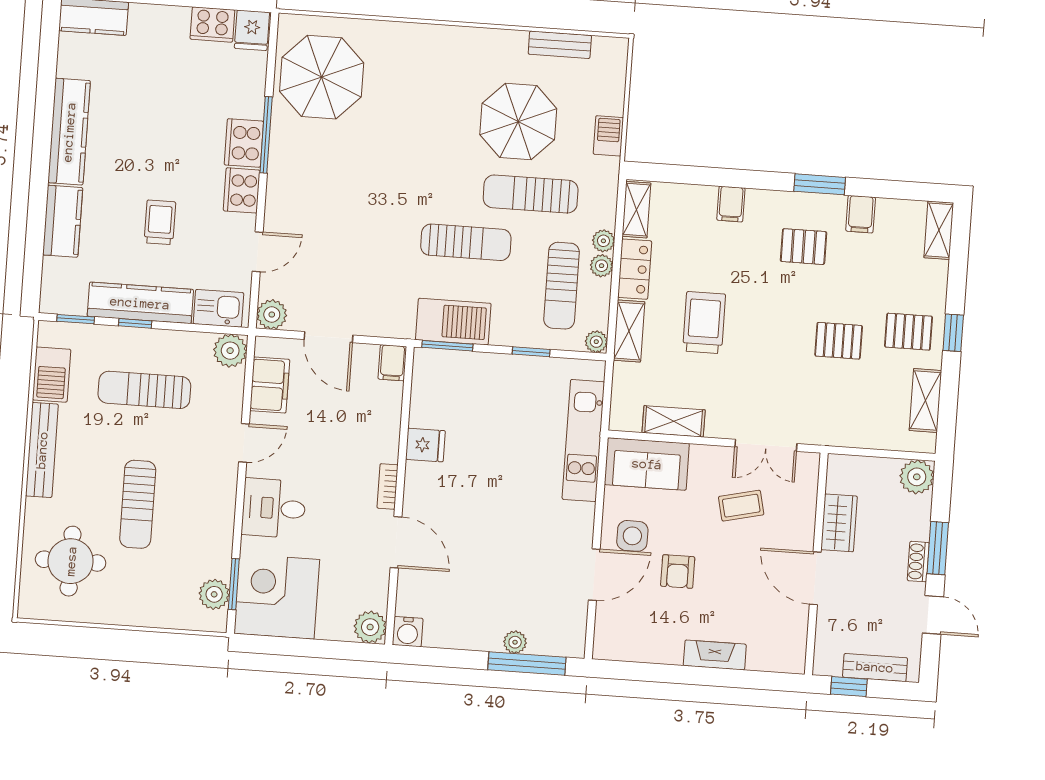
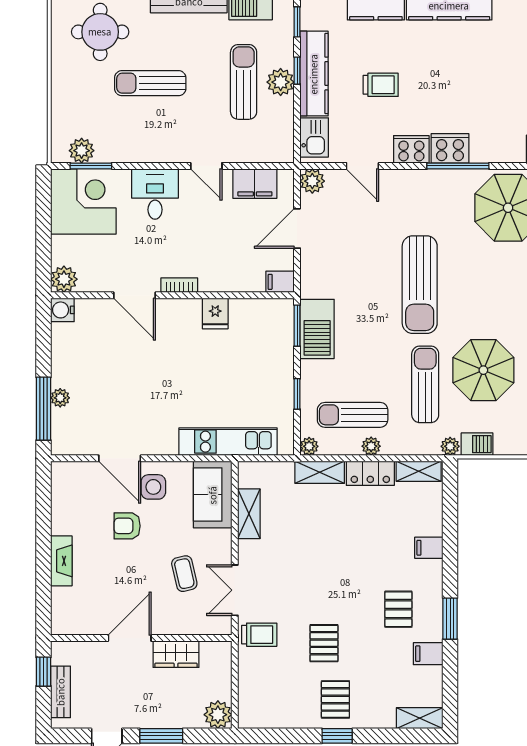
plant: (603, 241) -> (450, 446), moved
sun lounger: (466, 242) -> (420, 285), moved, width x1.36, depth x1.34
trolley: (704, 323) -> (259, 635), moved, width x0.73, depth x0.72
plant: (230, 351) -> (281, 82), moved
shelving: (925, 401) -> (280, 717), removed
door: (396, 542) -> (134, 295), hinge flipped
shoe rack: (918, 562) -> (149, 721), removed

